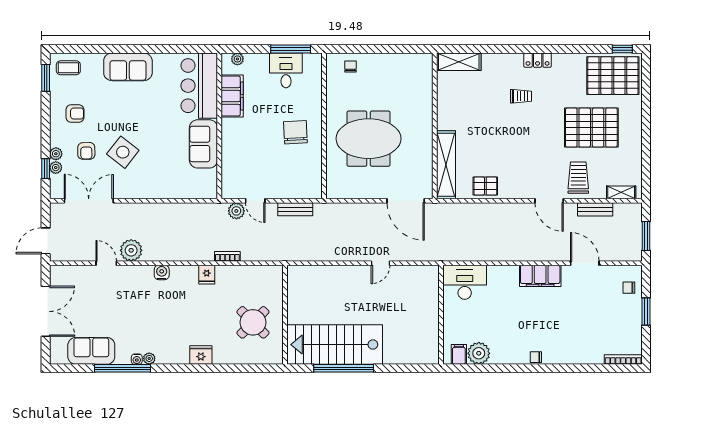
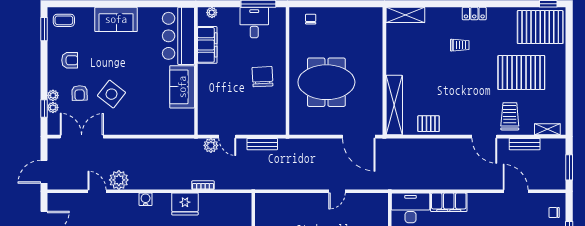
fridge: (207, 275) -> (185, 204), width x1.88, depth x1.34
filing cabinet: (540, 276) -> (449, 202), moved

